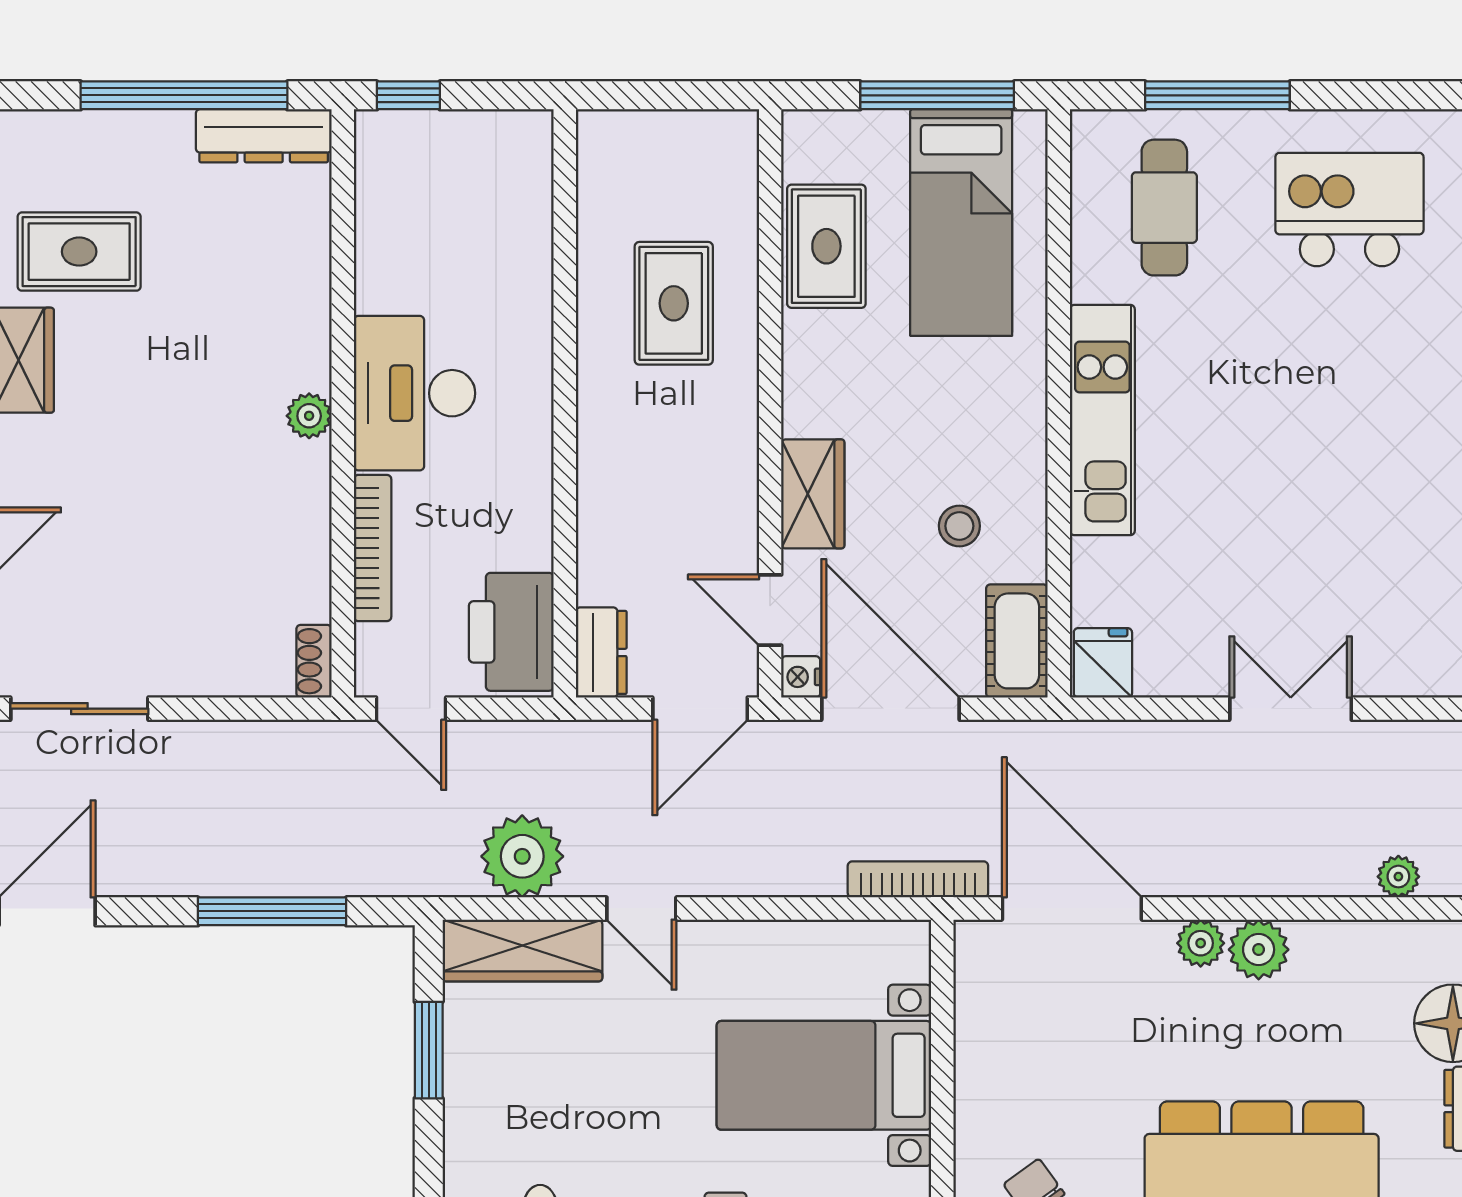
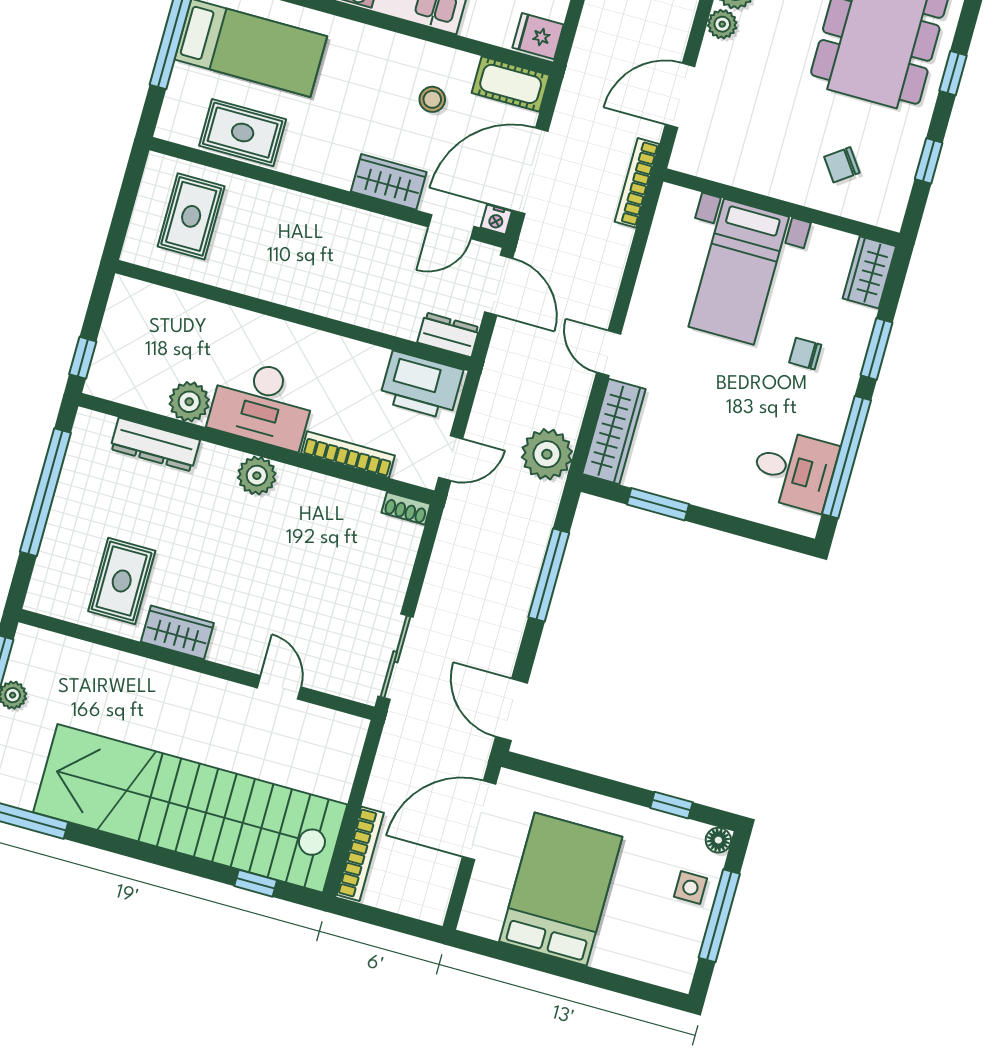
dresser: (264, 136) -> (155, 445), moved, turned 90
plant: (386, 279) -> (189, 402), added
rug: (674, 303) -> (191, 216), moved, turned 90
plant: (309, 416) -> (257, 476), width x1.38, depth x1.38
plant: (522, 856) -> (547, 454), moved
door: (641, 908) -> (609, 353), swing flipped
door: (1072, 908) -> (680, 95), width x0.73

